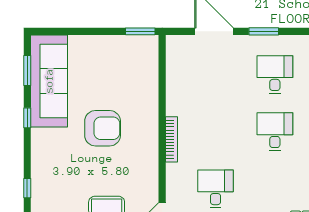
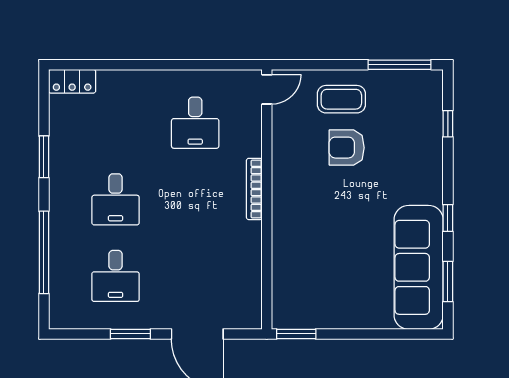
armchair: (103, 128) -> (347, 148), moved, width x0.73, depth x0.73

